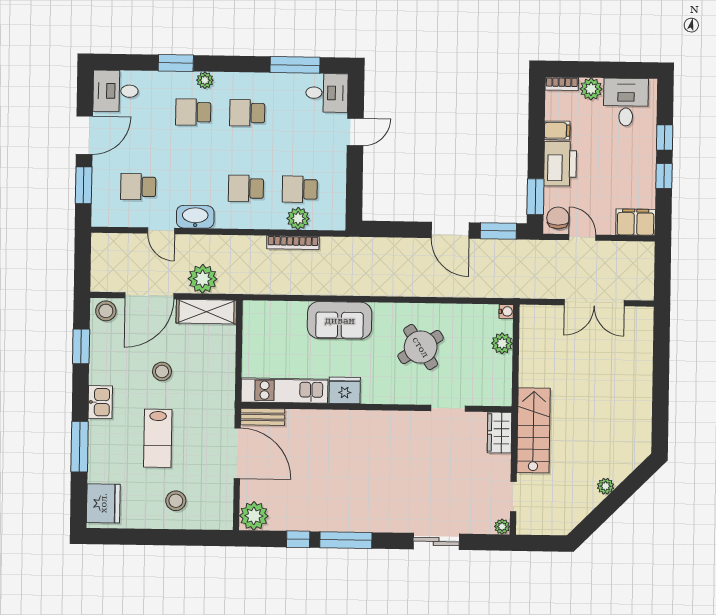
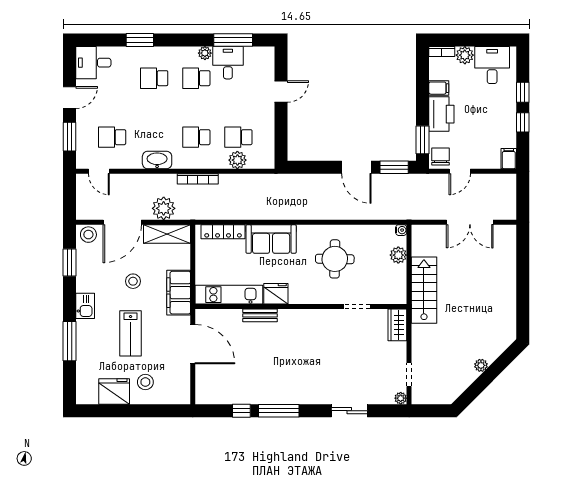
plant: (205, 80) -> (205, 53), moved
desk: (327, 93) -> (228, 63), moved, turned -90
door: (84, 135) -> (69, 98), width x0.73
filing cabinet: (636, 222) -> (509, 159), width x0.50
door: (161, 231) -> (99, 171), moved
door: (582, 237) -> (460, 171), swing flipped
bookcase: (293, 243) -> (198, 179), moved
locker: (278, 310) -> (223, 232), added
round table: (421, 347) -> (335, 259), turned 34
filing cabinet: (220, 387) -> (179, 293), added
bench: (263, 417) -> (260, 315), moved
stairs: (534, 430) -> (424, 290), moved
fridge: (103, 503) -> (114, 391), moved, turned -90
plant: (254, 516) -> (207, 393), removed

